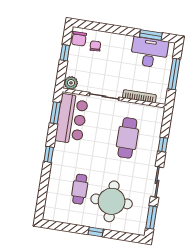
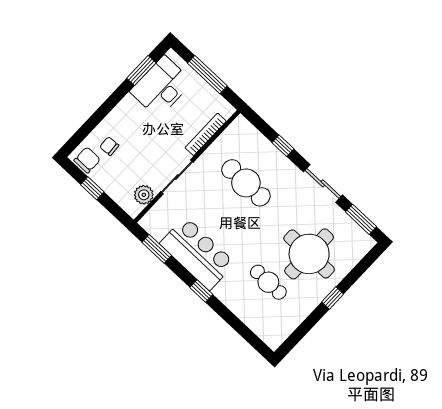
chair: (79, 39) -> (87, 160), turned -90
plant: (71, 83) -> (144, 195), moved
bar counter: (72, 119) -> (197, 253), moved

